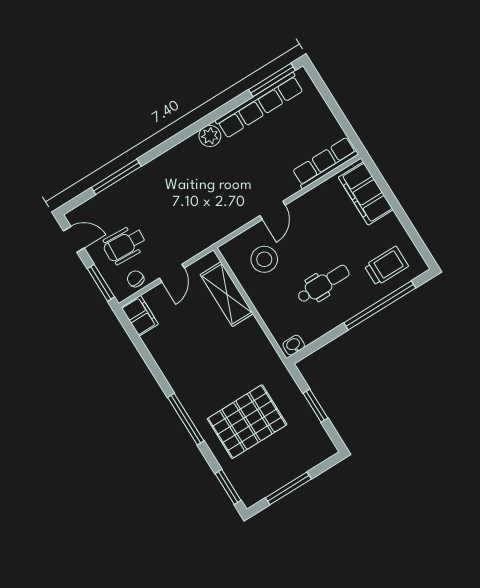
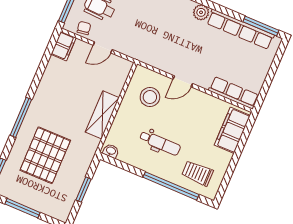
trolley: (386, 266) -> (197, 173), turned 180
shelving: (227, 294) -> (102, 115), moved
pallet: (247, 422) -> (45, 155), turned 90

